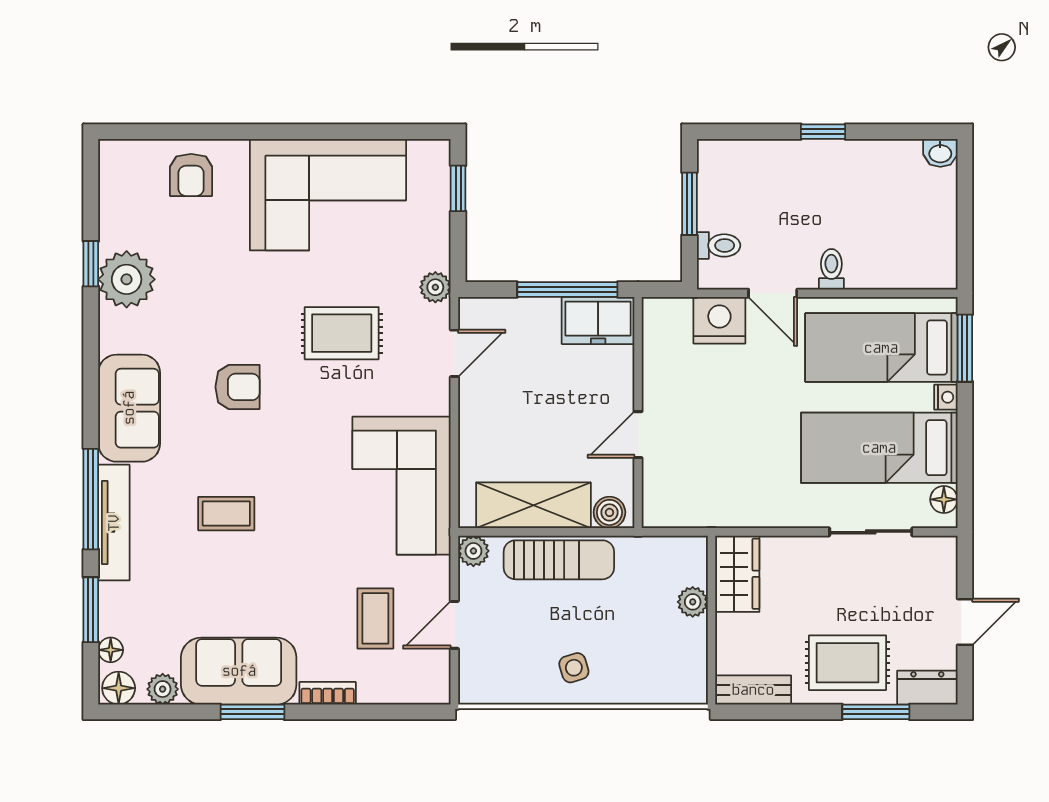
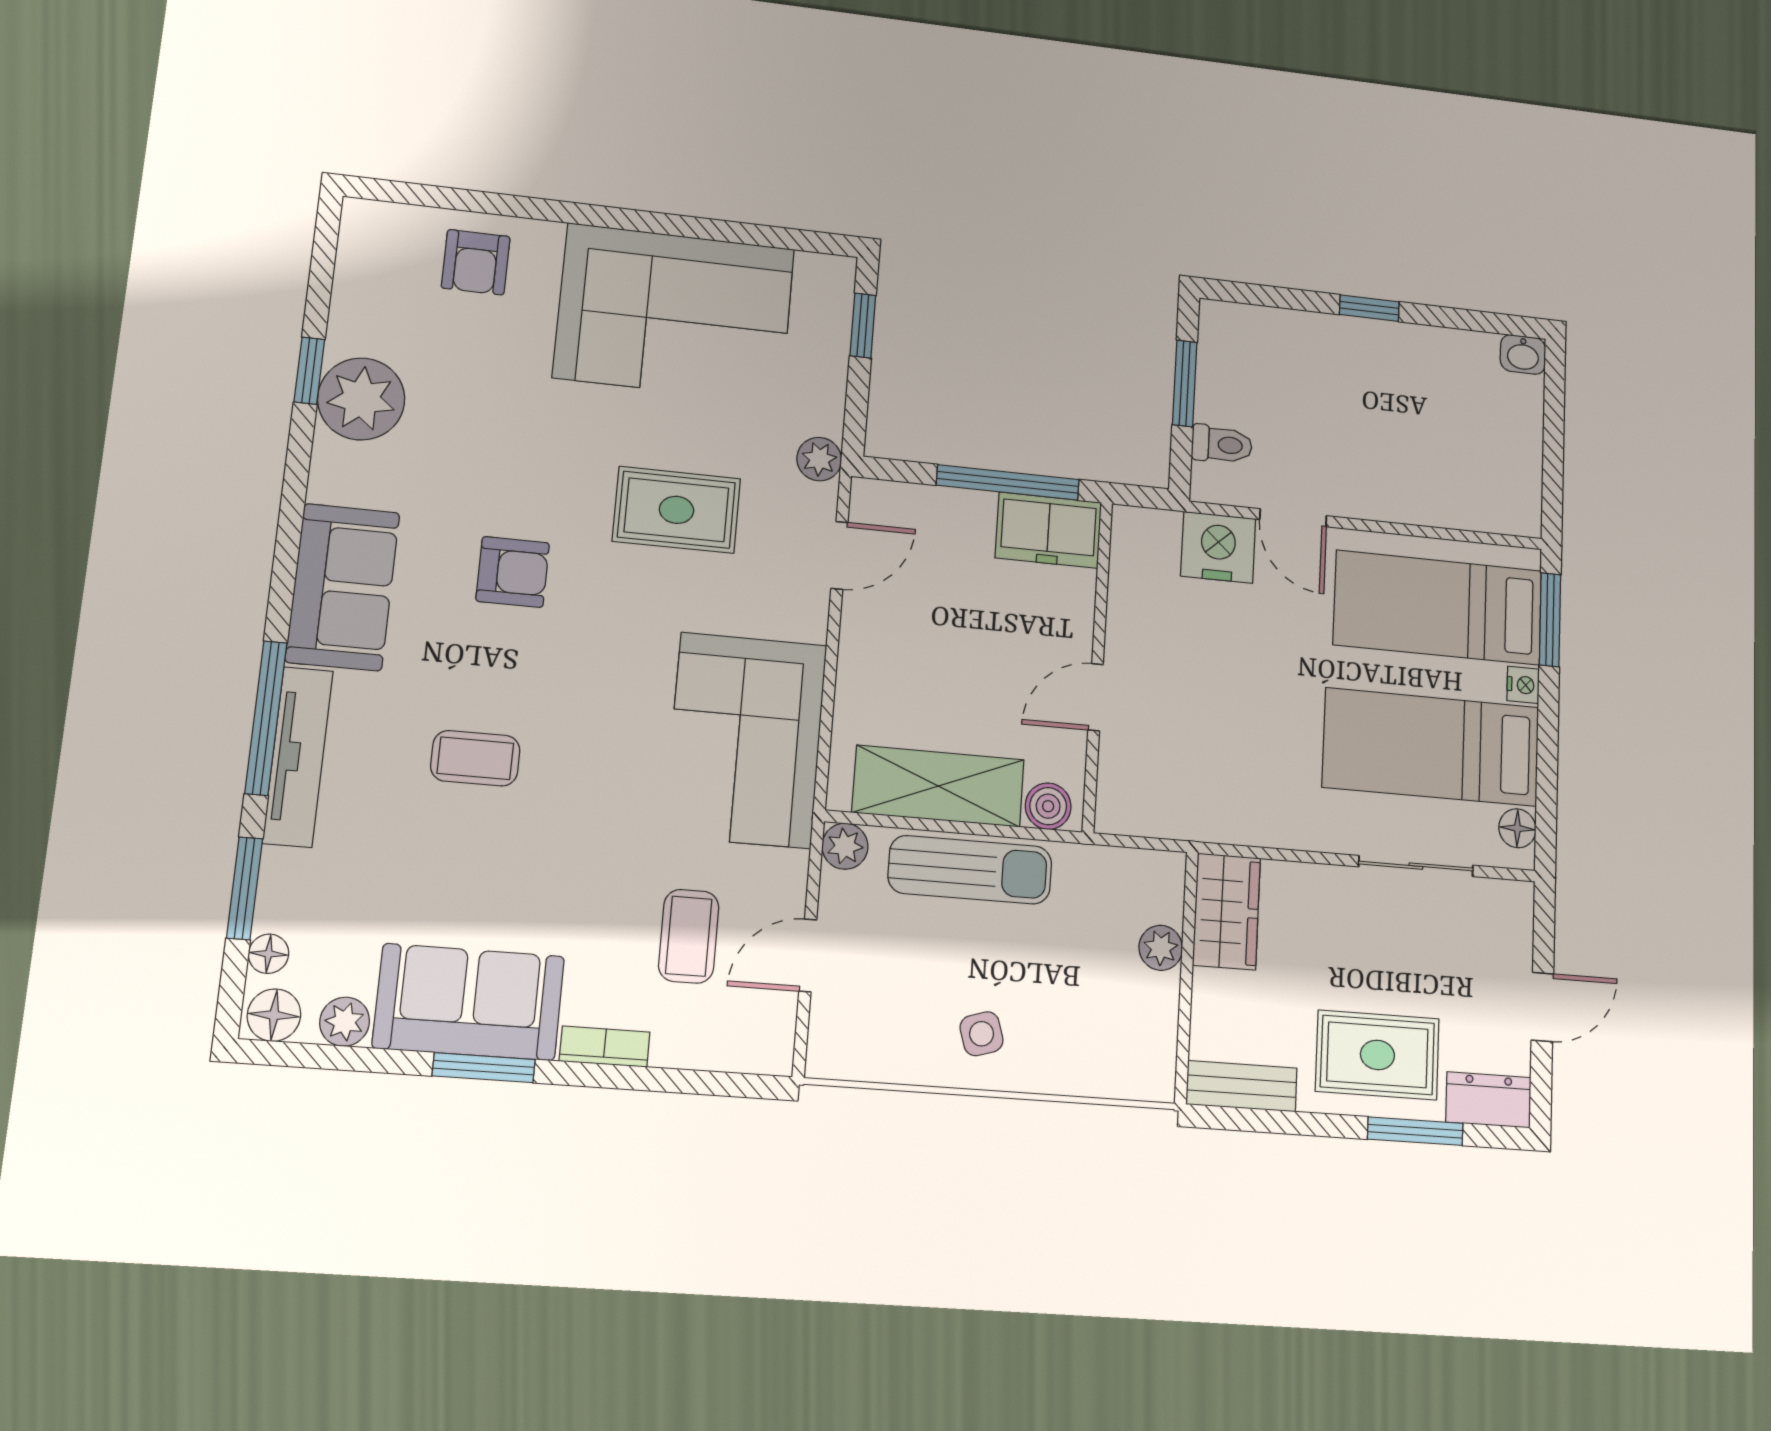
toilet: (831, 269) -> (1374, 494), removed

